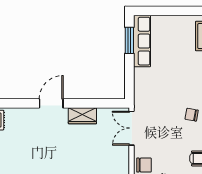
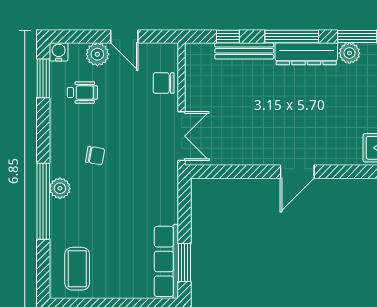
wardrobe: (82, 116) -> (252, 154), removed

